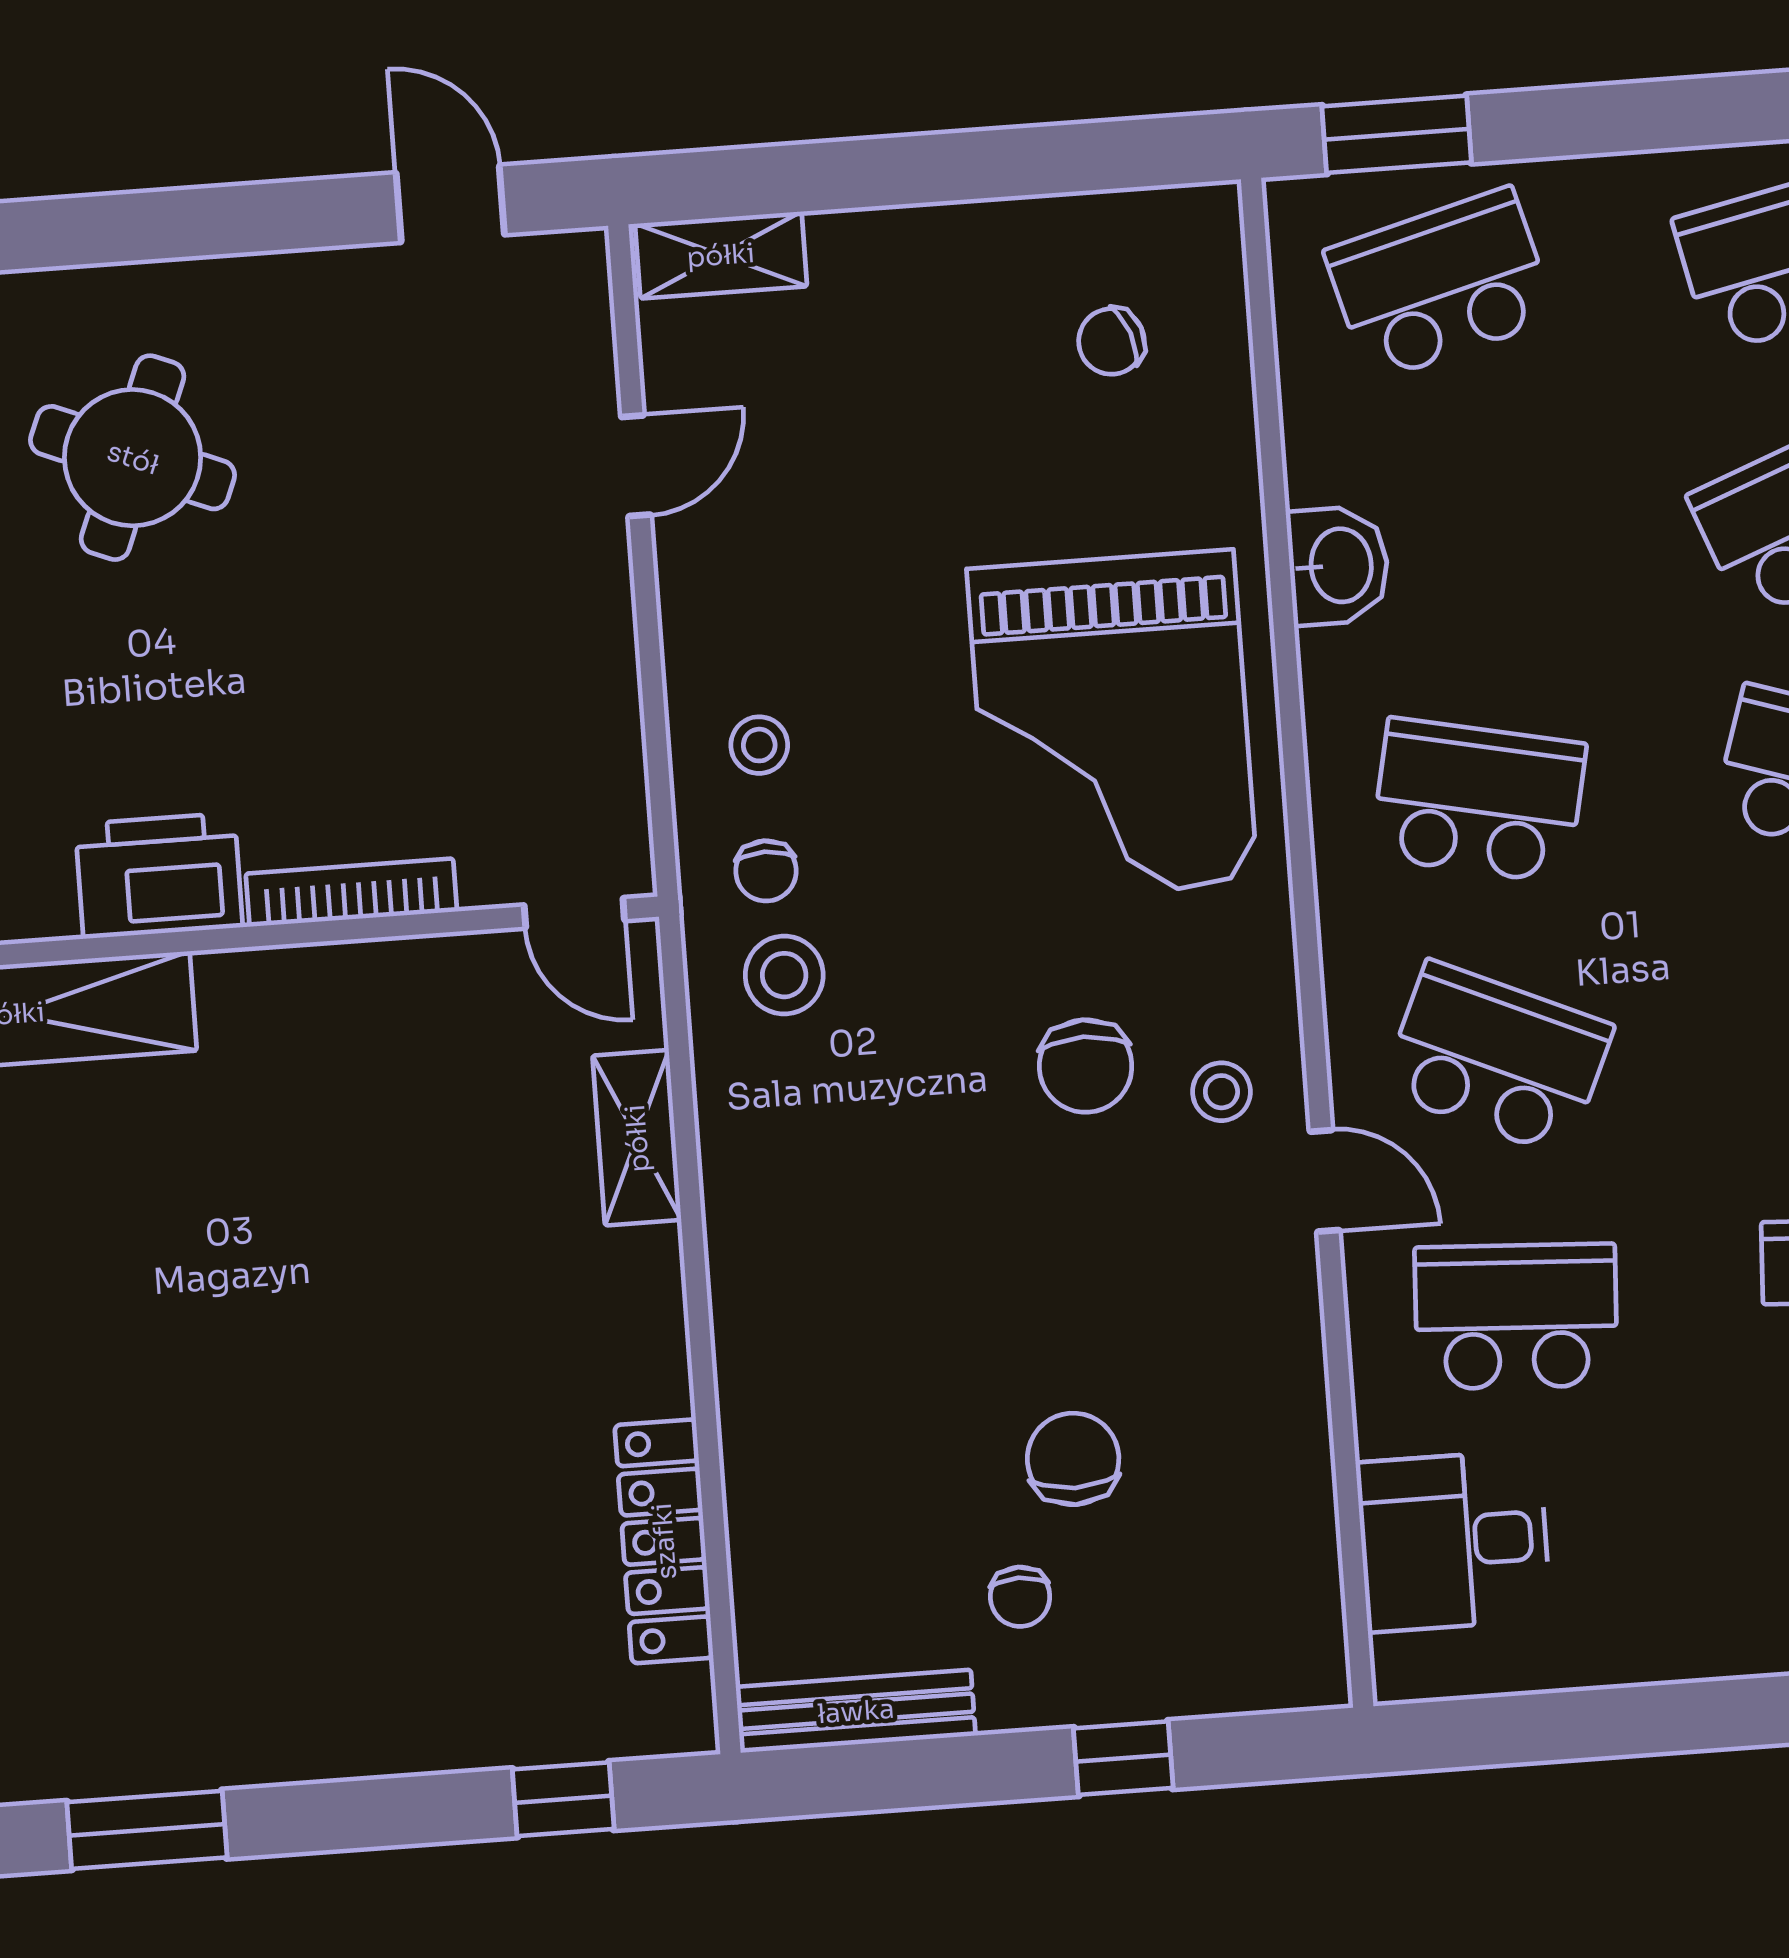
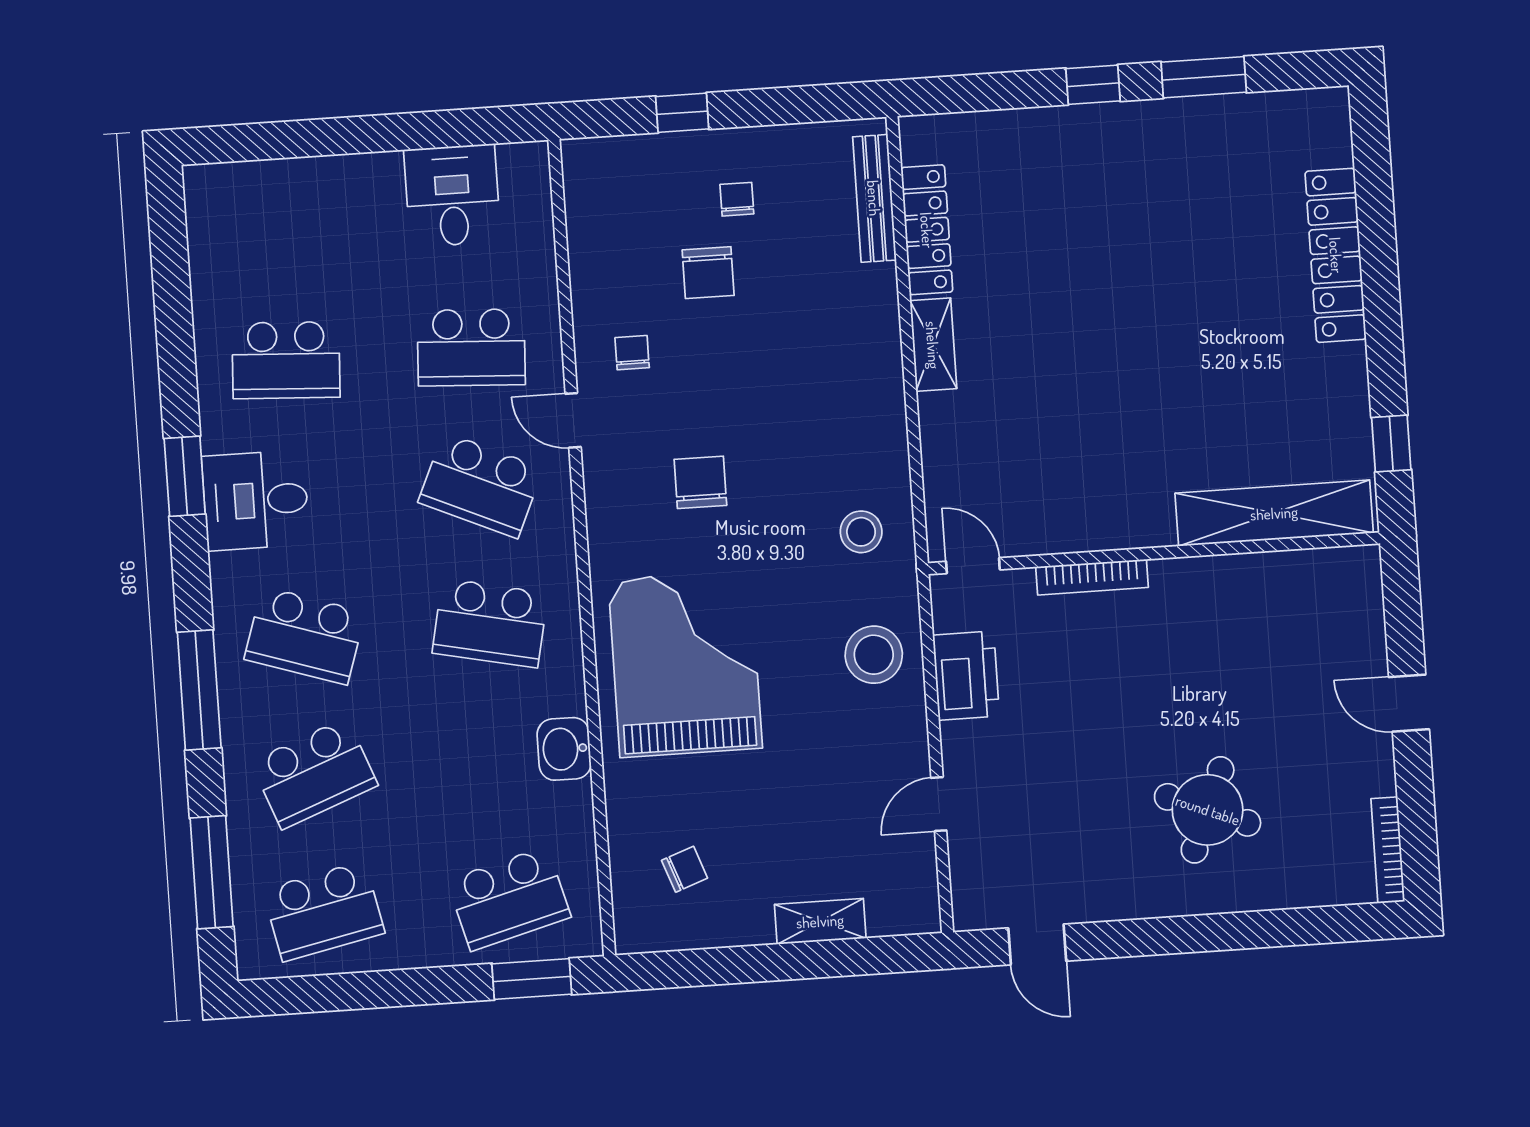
shelving: (721, 255) -> (820, 921), moved
stool: (759, 745) -> (874, 655), width x1.89, depth x1.89
chair: (766, 871) -> (632, 353), moved
printer: (159, 876) -> (966, 676), moved, turned -90
stool: (1221, 1092) -> (628, 468), removed
shelving: (637, 1138) -> (933, 345), moved
desk: (1453, 1541) -> (452, 196), moved, turned -90
bench: (856, 1711) -> (874, 198), moved, turned 90
window: (563, 1799) -> (1093, 85), moved

